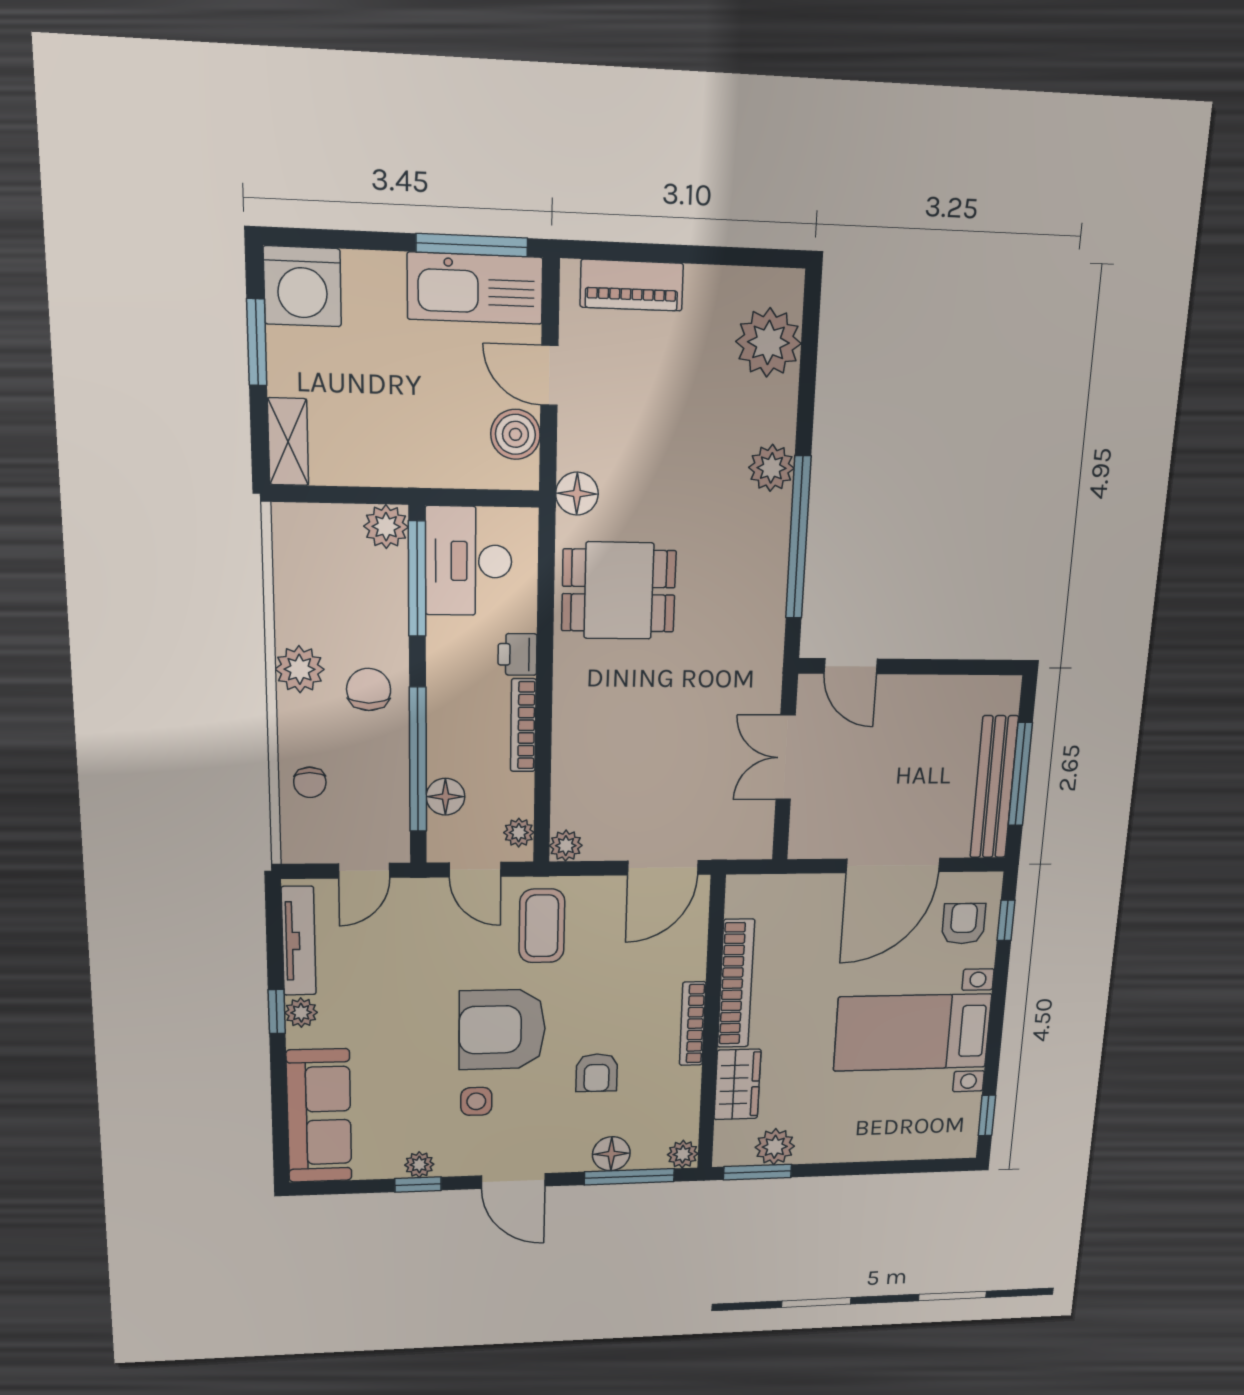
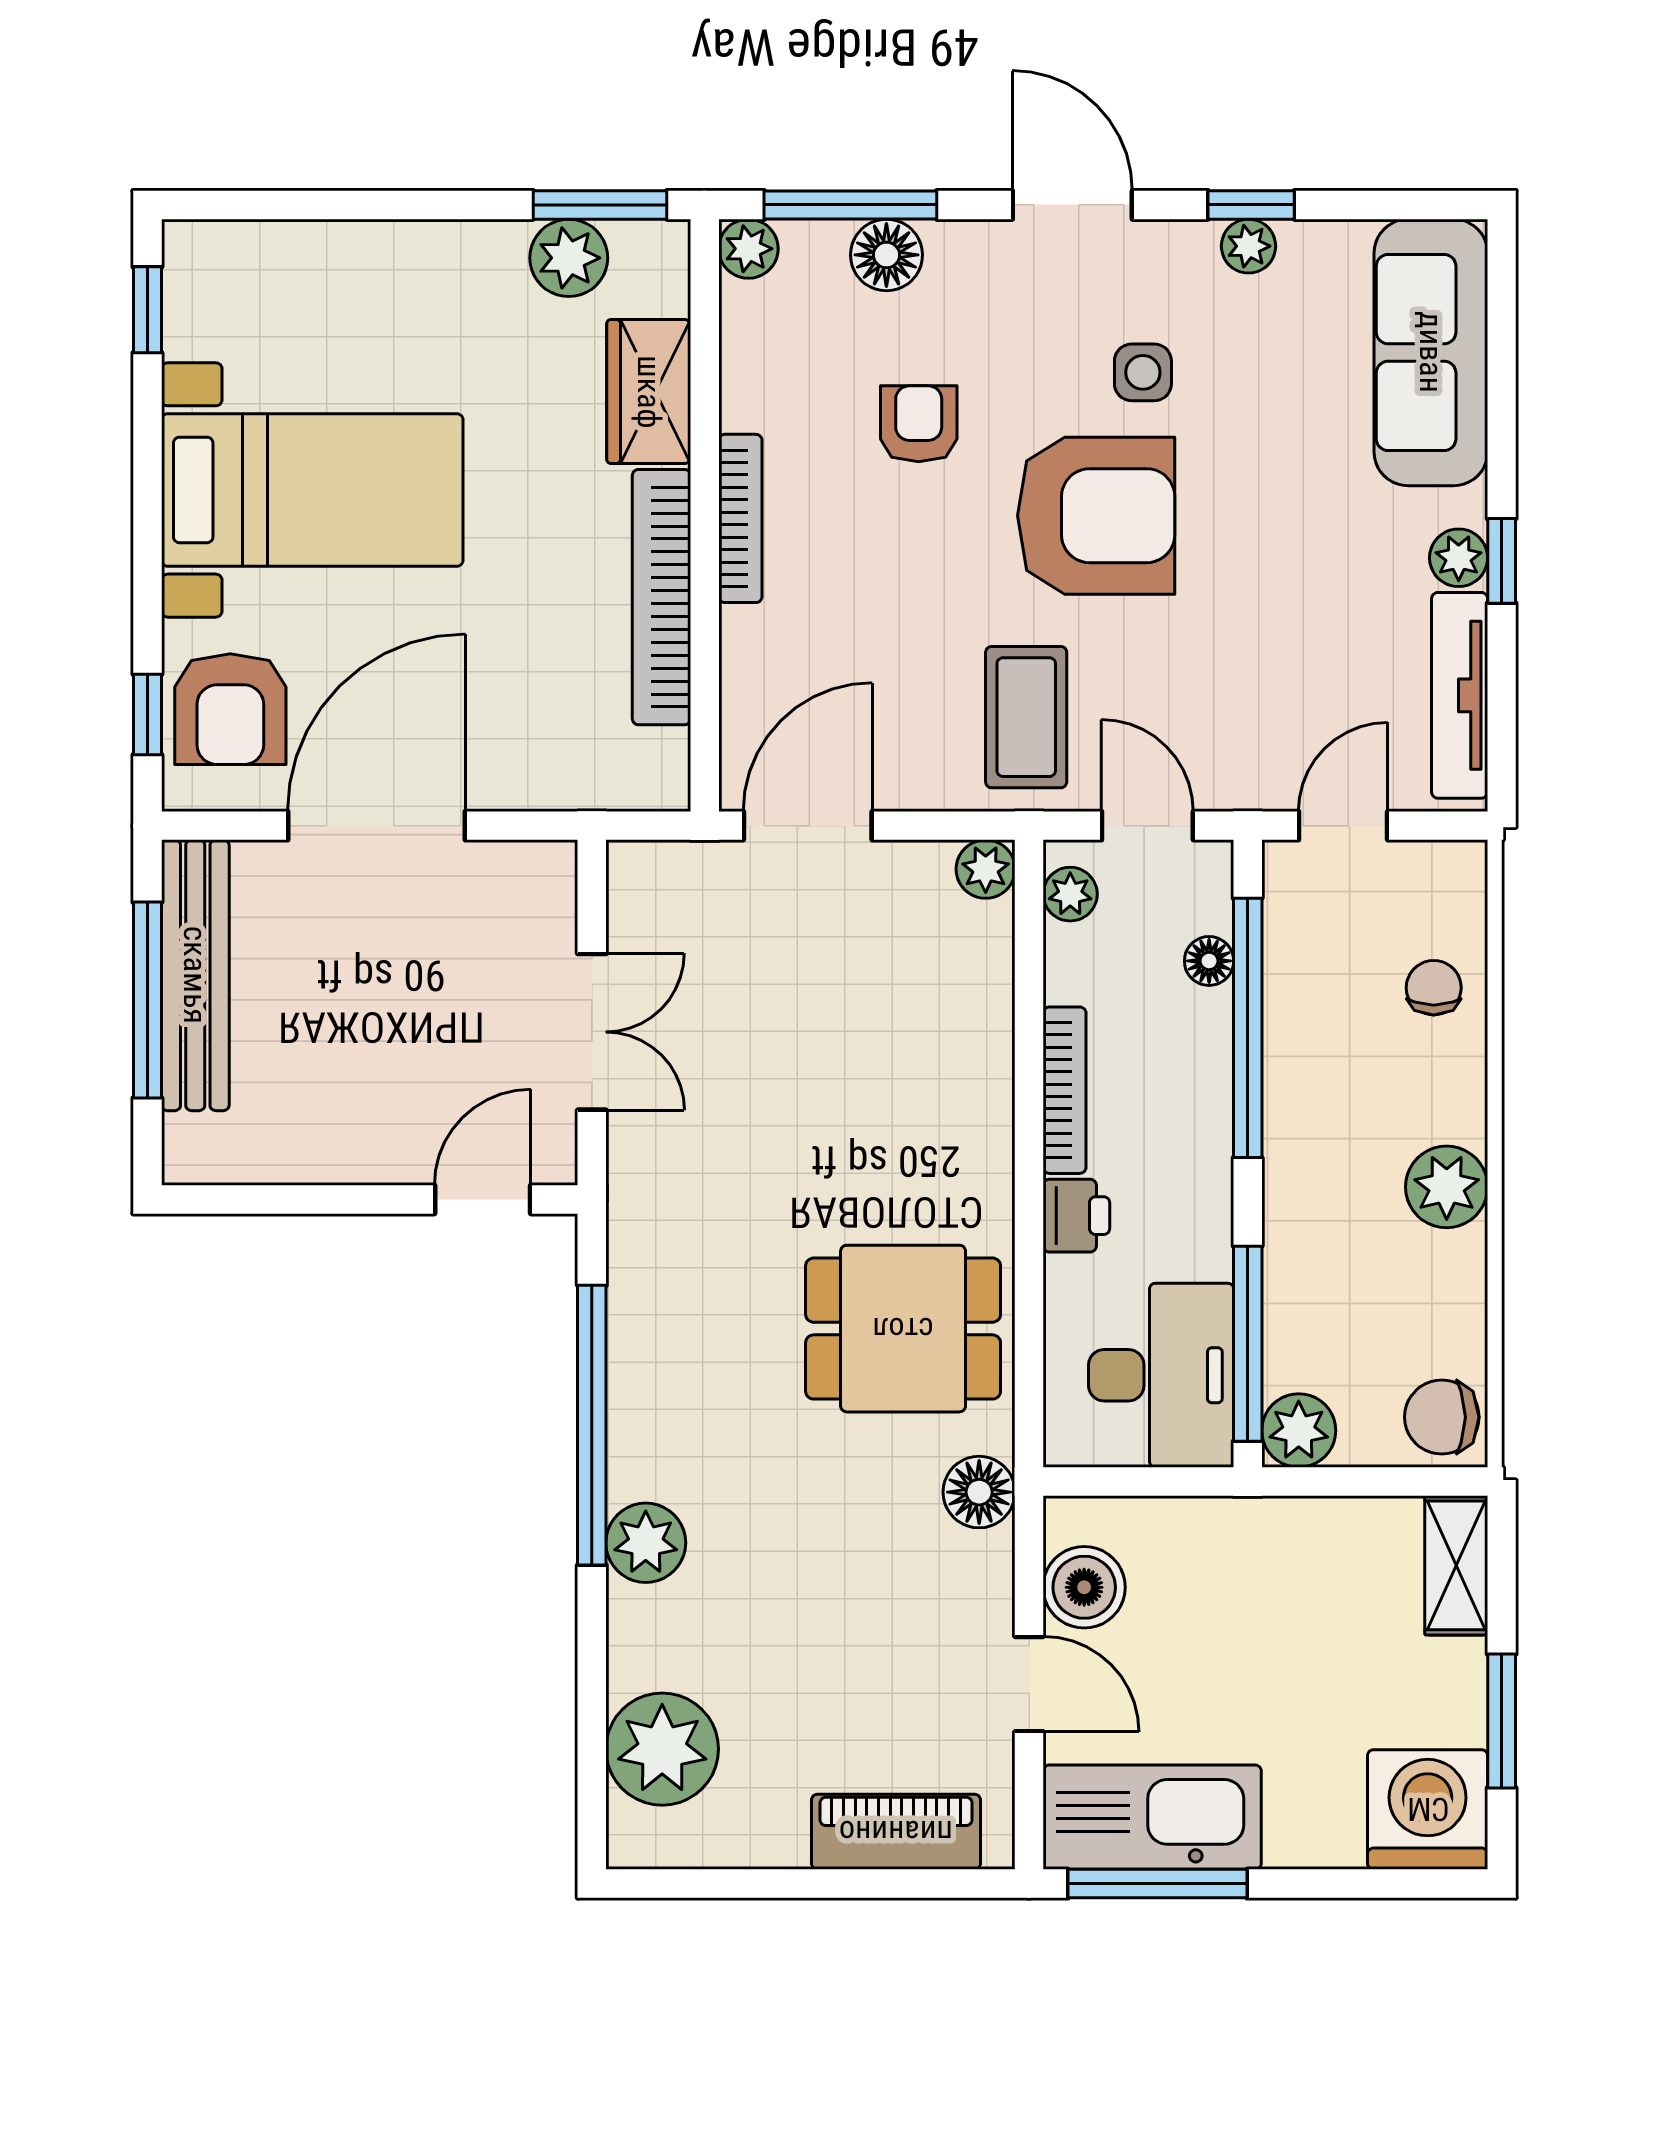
door: (851, 666) -> (483, 1199), hinge flipped
chair: (369, 690) -> (1442, 1417), moved, turned 90
floor lamp: (445, 797) -> (1209, 961), width x0.73, depth x0.73
armchair: (964, 924) -> (230, 709), width x1.38, depth x1.38

